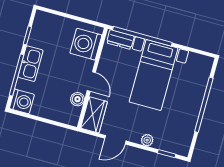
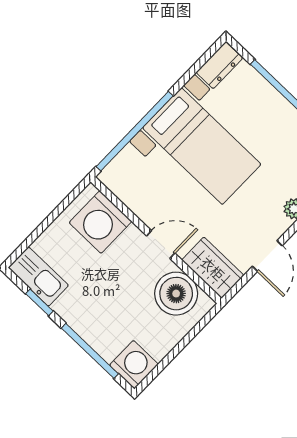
dresser: (120, 40) -> (219, 65), moved
kitchen sink: (31, 64) -> (38, 277), moved
boiler: (77, 99) -> (176, 294), width x1.86, depth x1.86

